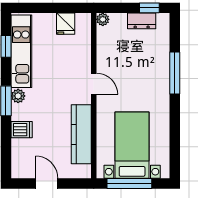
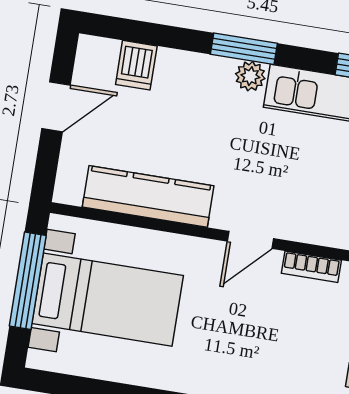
bookcase: (102, 53) -> (311, 267), added
dishwasher: (22, 130) -> (136, 65), moved

